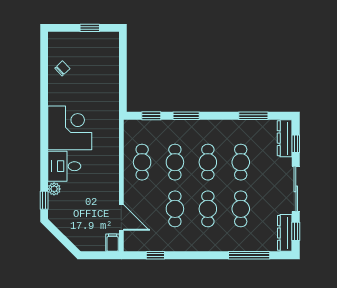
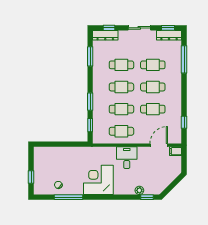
window: (90, 28) -> (31, 177), moved
window: (44, 83) -> (68, 197), added
desk: (64, 166) -> (127, 158), moved, turned 180
sliding door: (296, 189) -> (139, 28), width x0.73

